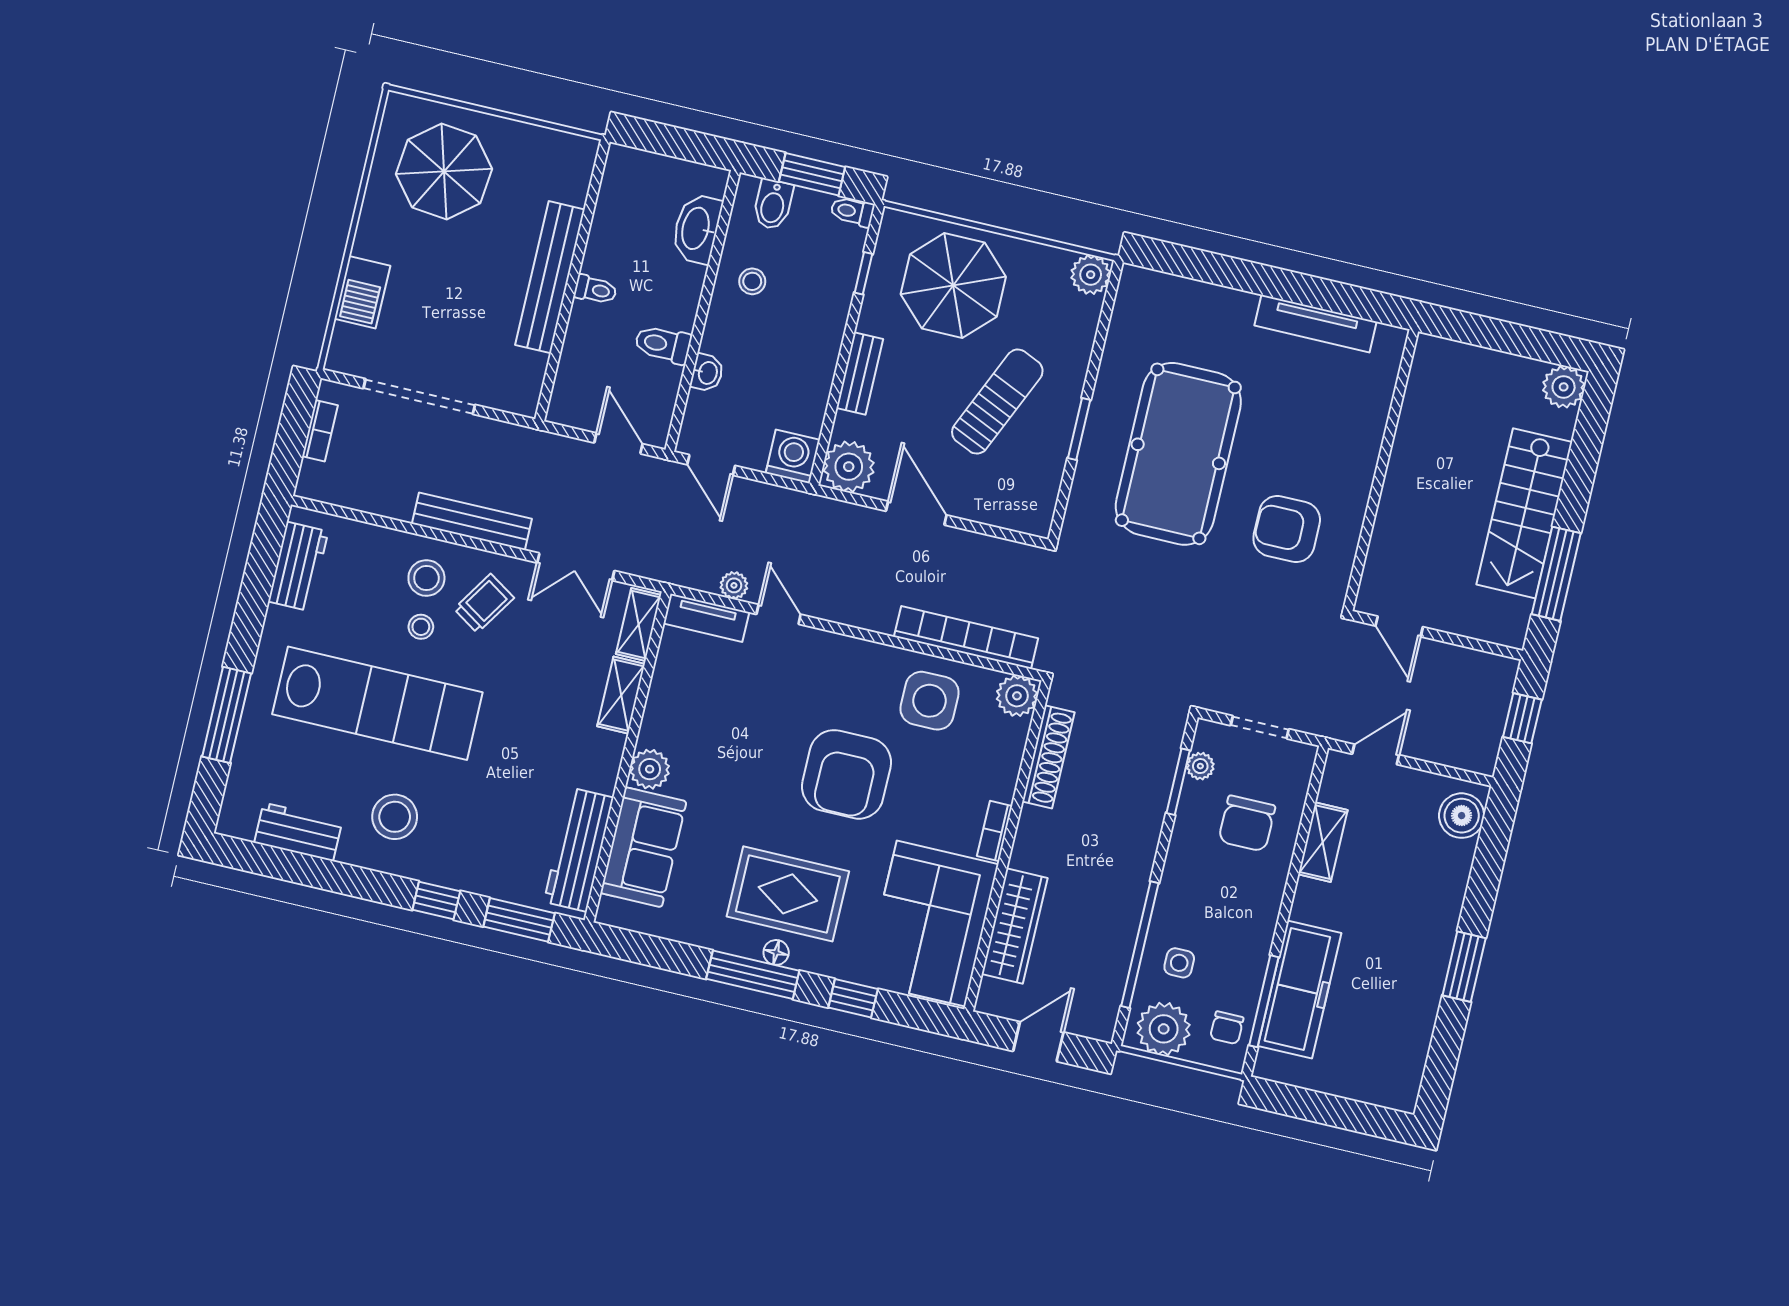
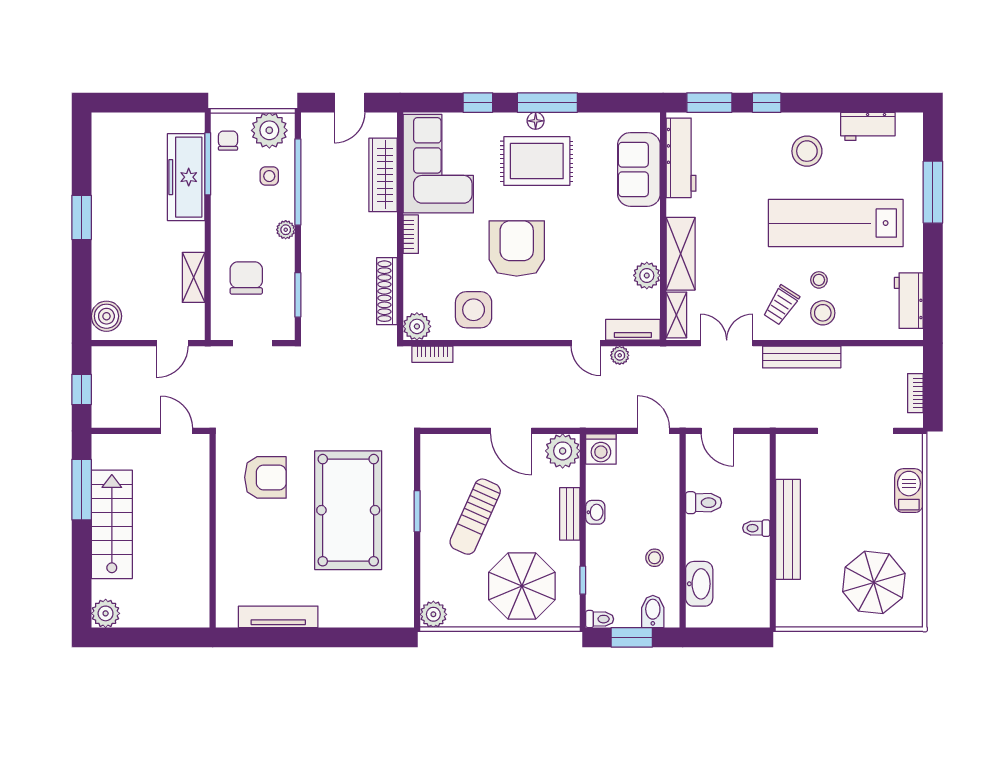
washbasin: (707, 373) -> (595, 512), moved, turned 180
bookcase: (966, 637) -> (432, 354), width x0.43, depth x0.76
shelving: (621, 695) -> (681, 254), width x1.50, depth x1.33
plant: (1200, 766) -> (286, 230), moved
plant: (650, 769) -> (647, 275), moved

